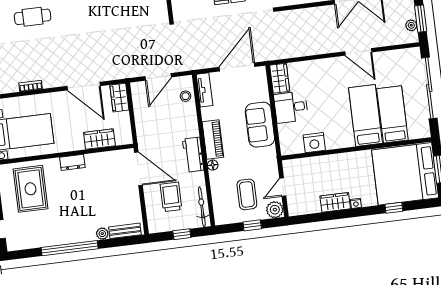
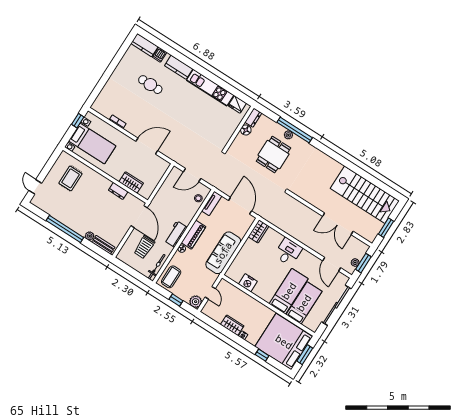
door: (358, 52) -> (332, 264), moved
door: (237, 67) -> (240, 206), hinge flipped
door: (84, 86) -> (147, 146), swing flipped
wardrobe: (119, 98) -> (161, 169), removed
desk: (291, 107) -> (288, 252), moved, turned 90
sofa: (260, 125) -> (223, 253), width x1.36
dresser: (72, 162) -> (118, 191), moved
door: (283, 187) -> (210, 293), swing flipped
rug: (31, 189) -> (70, 178), width x0.73, depth x0.70
coffee table: (247, 194) -> (171, 277), moved
trolley: (171, 197) -> (144, 247), turned 180
window: (182, 234) -> (133, 273), removed

